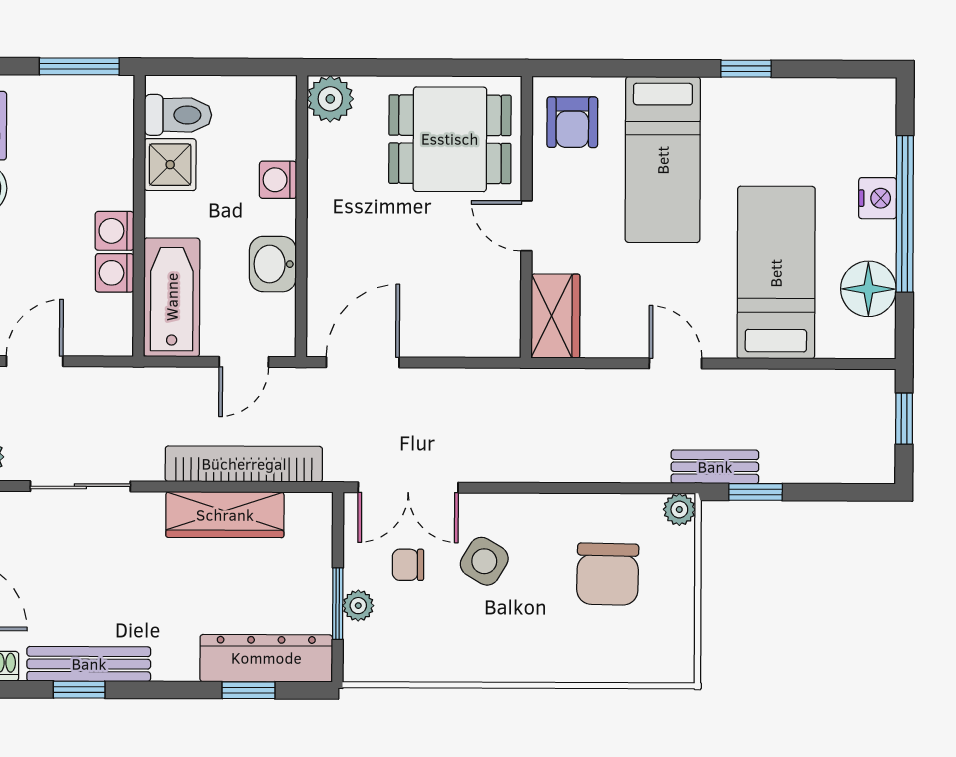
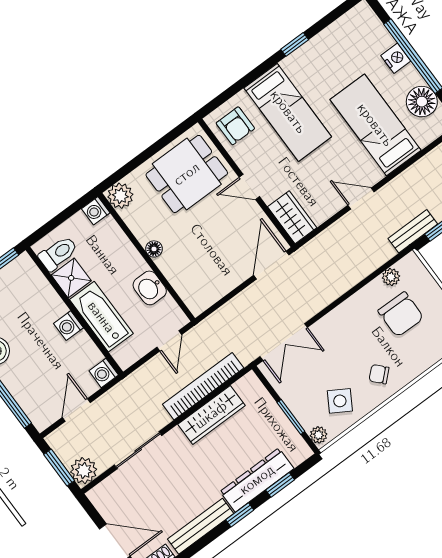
washing machine: (278, 180) -> (96, 211), moved
floor lamp: (321, 212) -> (154, 249), added
washing machine: (115, 273) -> (104, 373), moved
bathtub: (172, 297) -> (101, 317), moved
door: (363, 362) -> (271, 265), moved
plant: (679, 509) -> (391, 277), moved
side table: (484, 561) -> (340, 401), moved
chair: (408, 565) -> (379, 374), moved, turned 47
plant: (358, 606) -> (319, 435), moved
dresser: (266, 658) -> (257, 480), moved
window: (79, 690) -> (240, 515), moved

